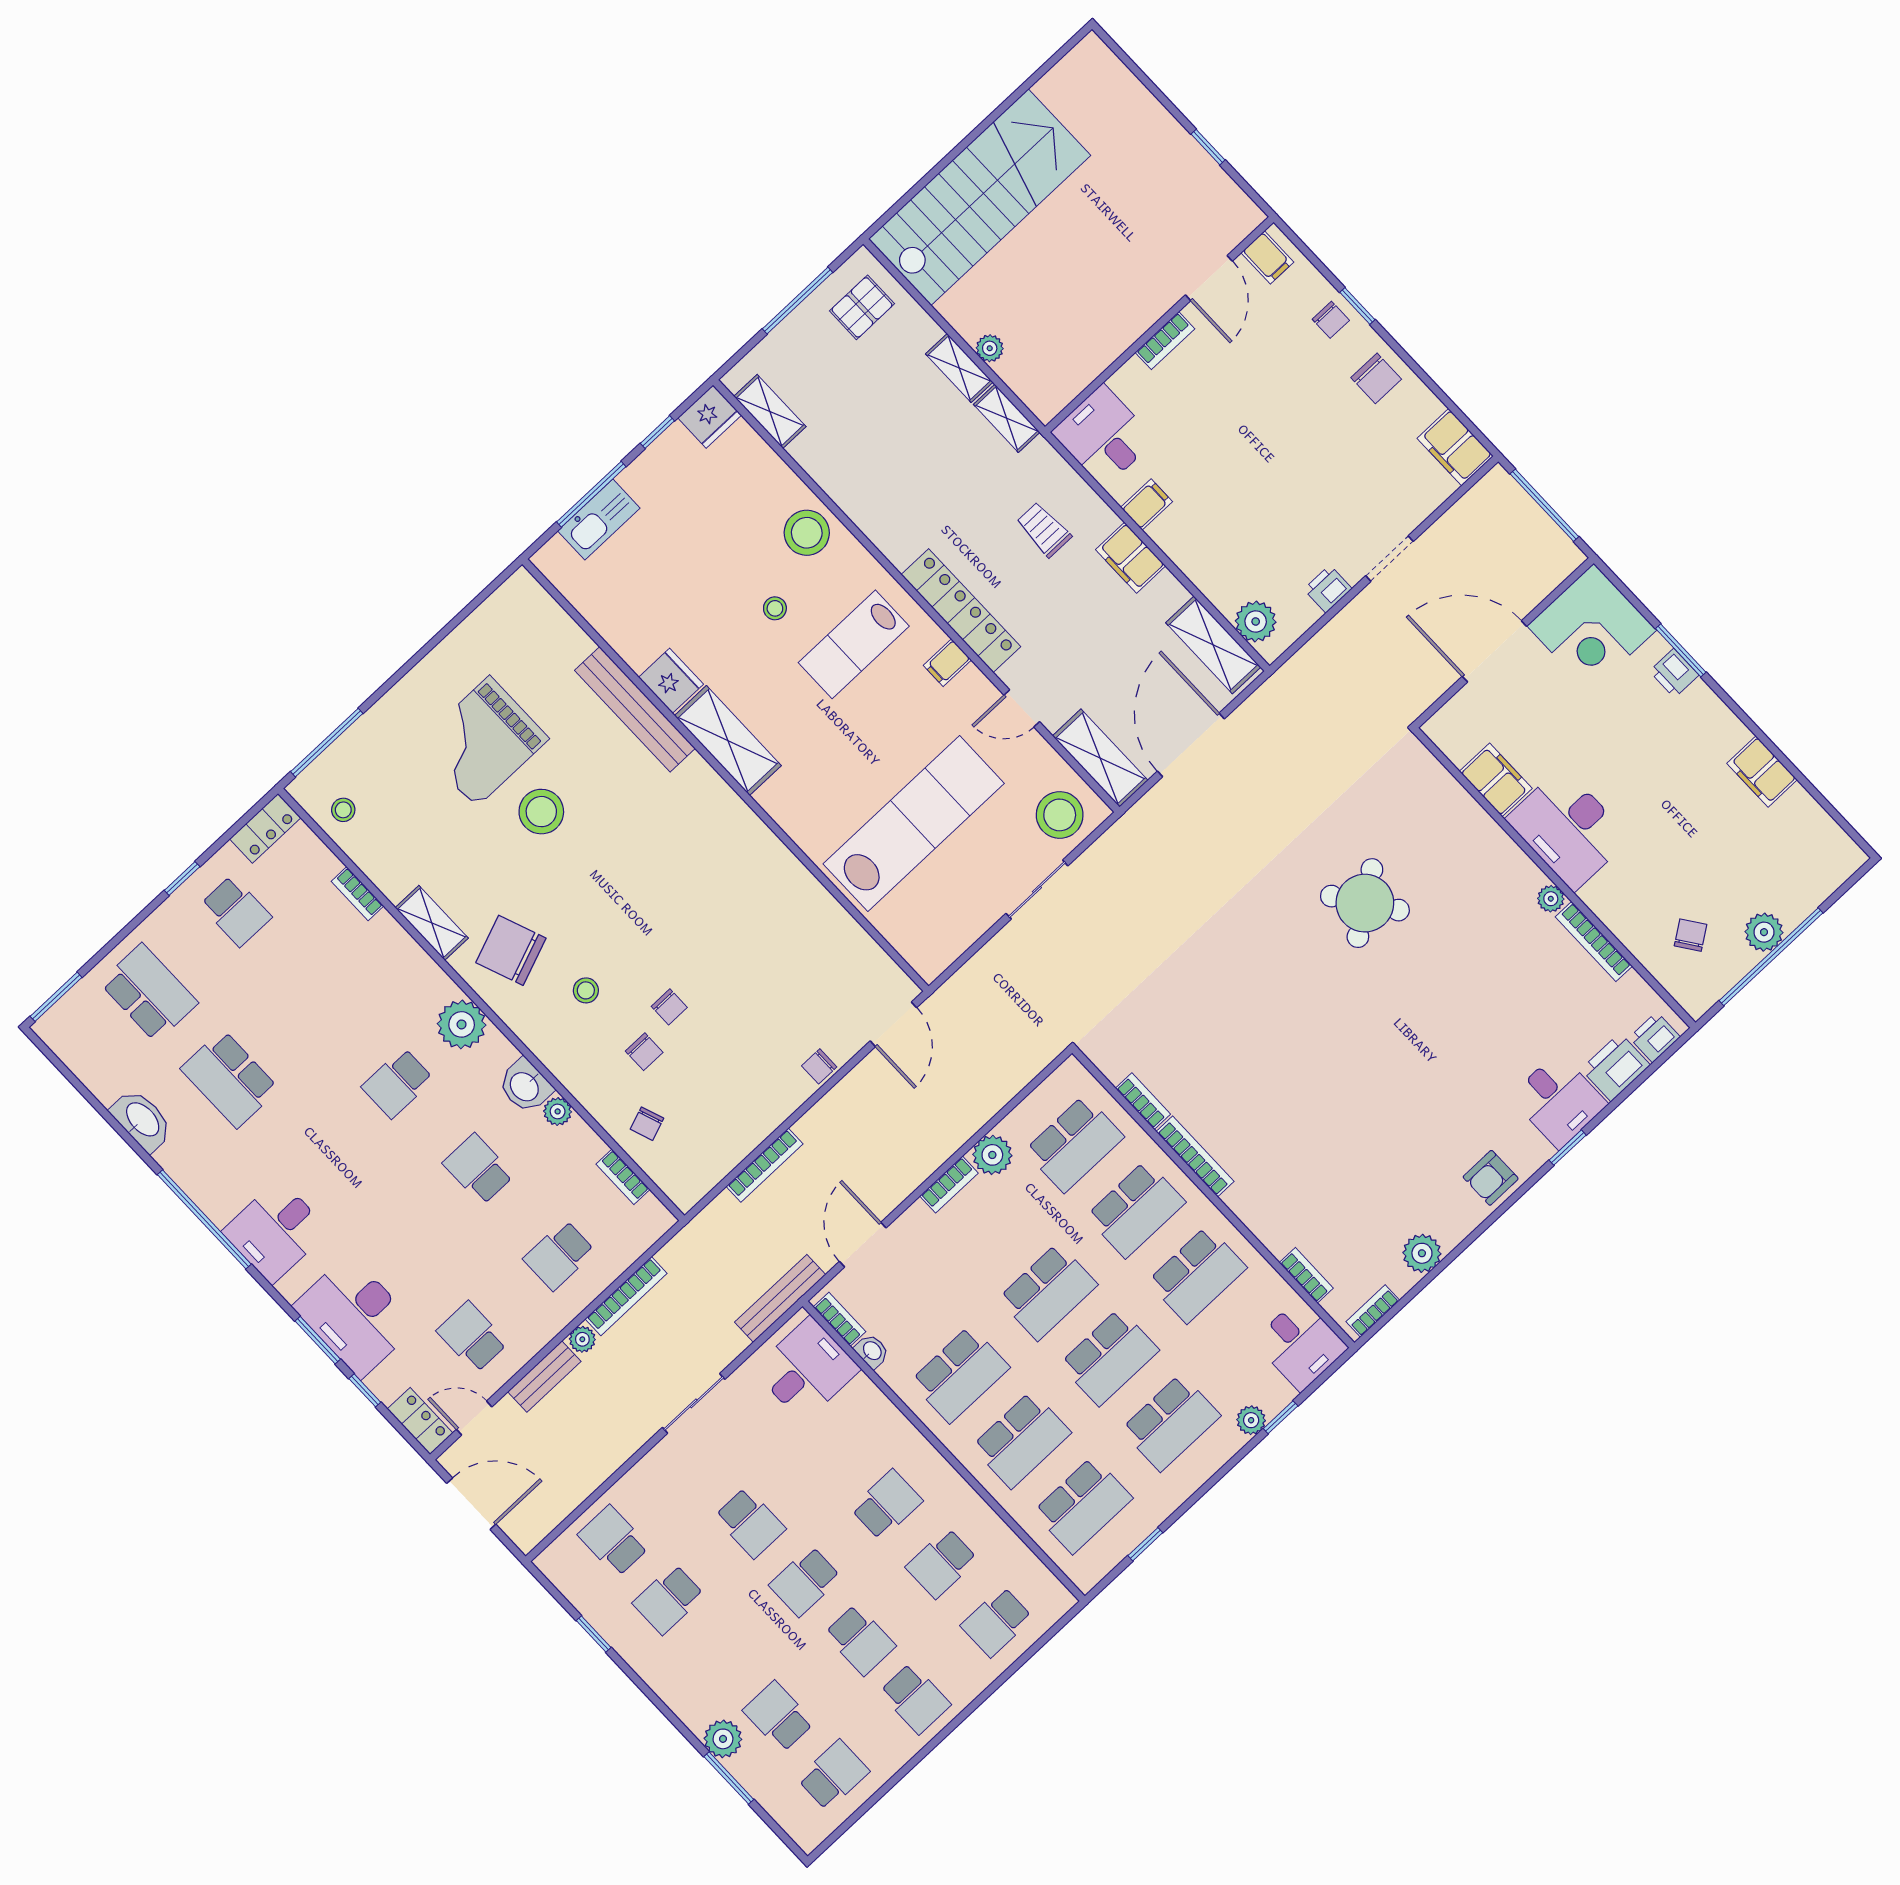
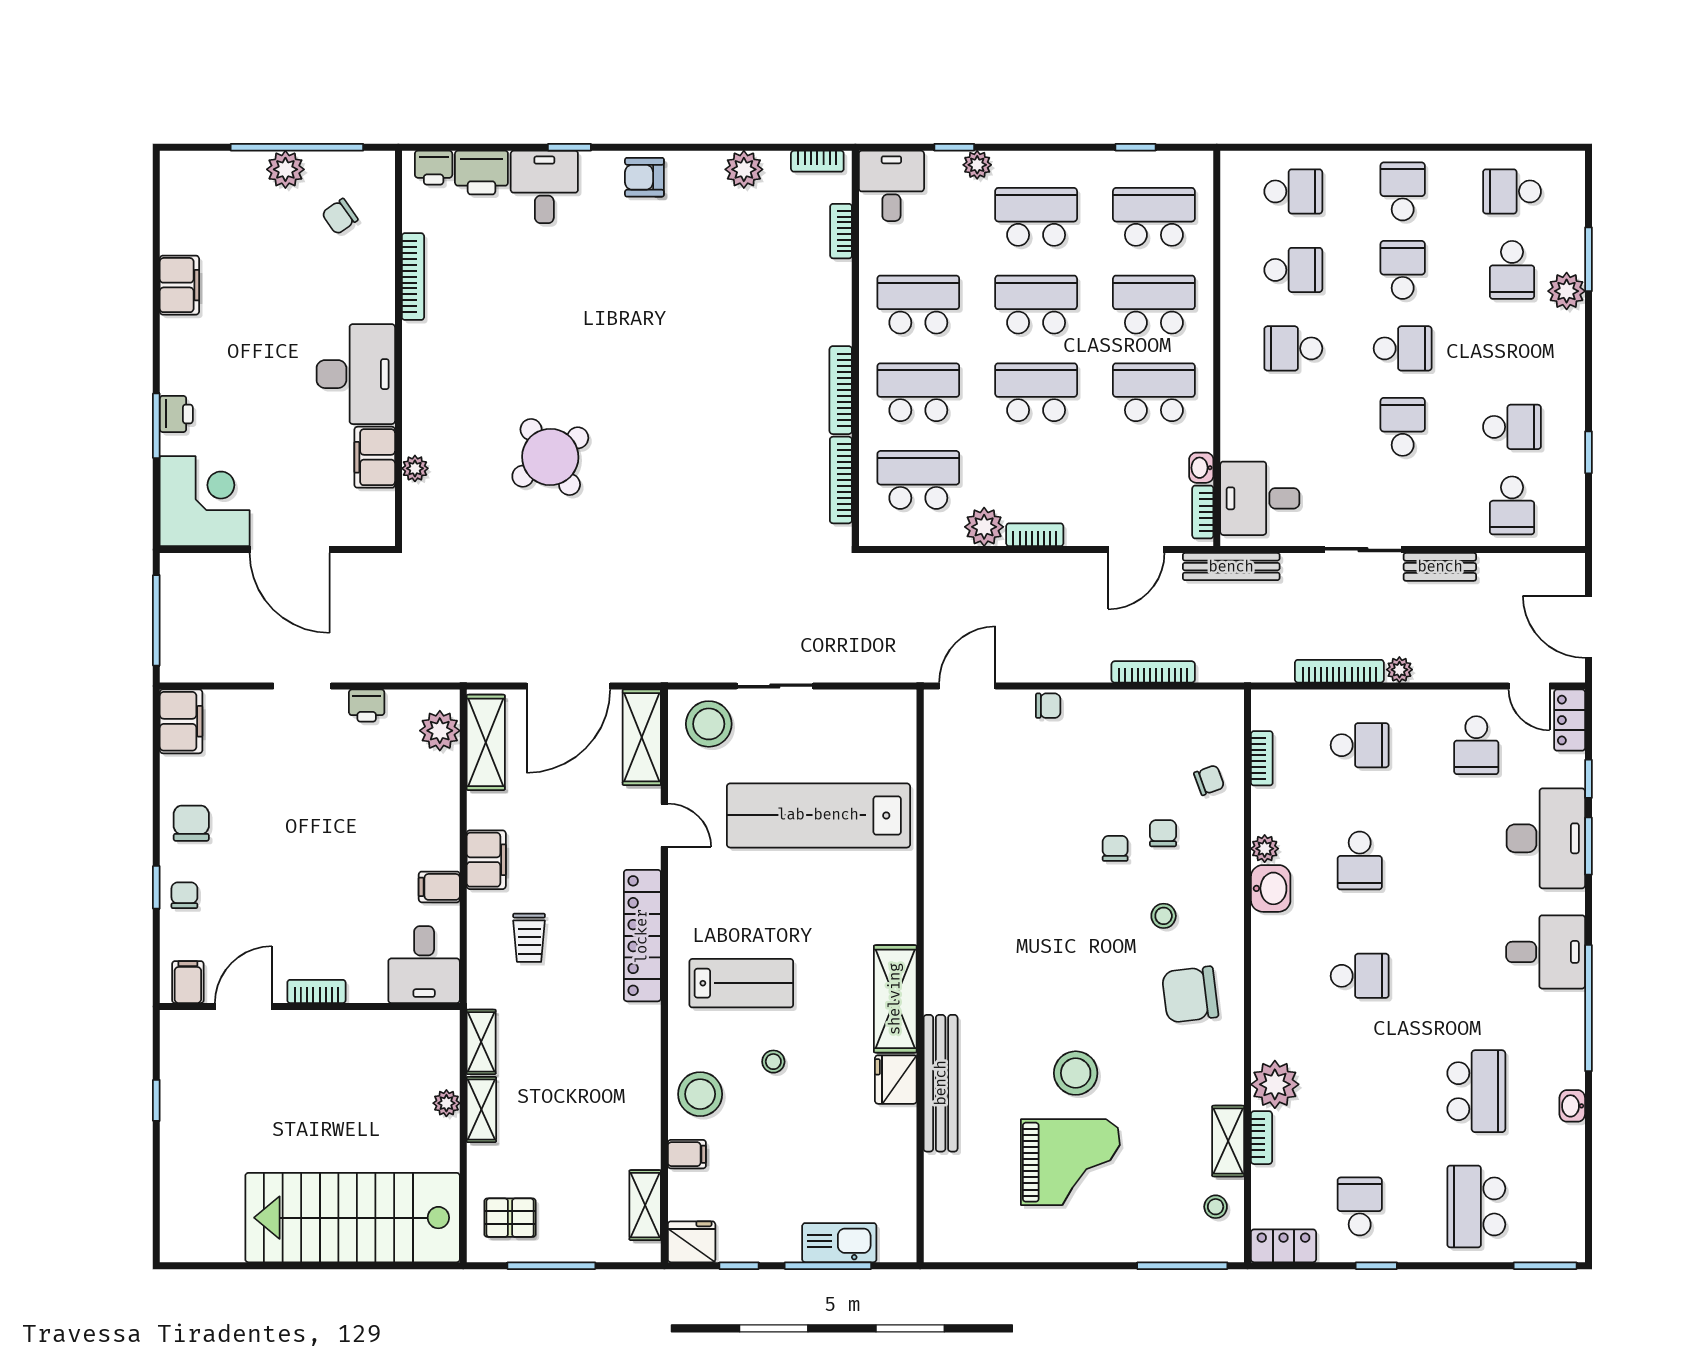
filing cabinet: (947, 663) -> (687, 1154), moved
plant: (1551, 899) -> (415, 468), moved
shelving: (432, 923) -> (1228, 1141), moved
chair: (511, 950) -> (1190, 995), turned 104
plant: (462, 1024) -> (1275, 1084), moved
bookcase: (1143, 1101) -> (841, 480), width x1.56
washbasin: (142, 1120) -> (1572, 1106), width x0.52, depth x0.69
armchair: (1491, 1178) -> (644, 177), turned 180
bench: (544, 1376) -> (1440, 567), moved

